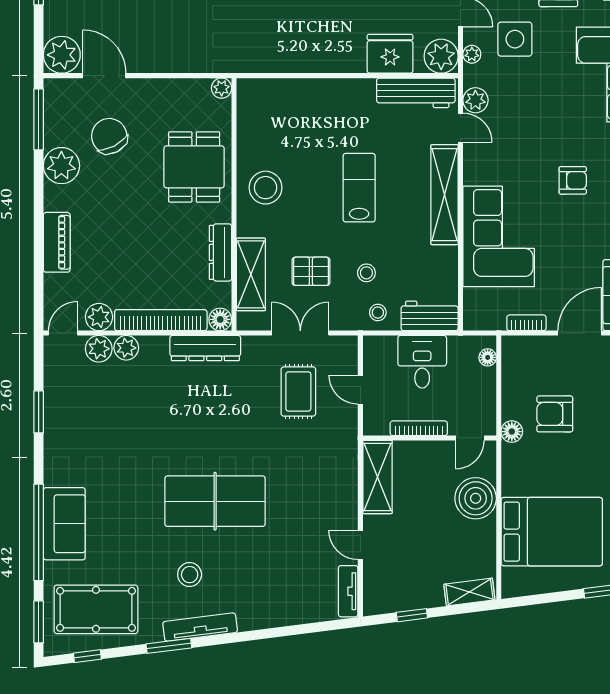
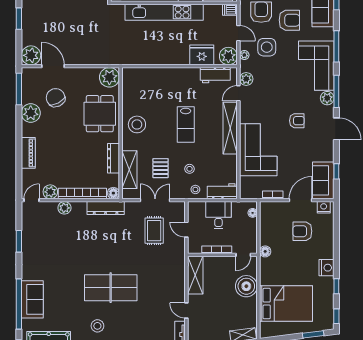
plant: (222, 88) -> (109, 77), width x1.88, depth x1.88
workbench: (416, 93) -> (215, 75), width x0.73
door: (460, 128) -> (238, 93), swing flipped
lab bench: (359, 188) -> (186, 125), turned 180
pallet: (311, 271) -> (161, 168), turned 90
plant: (99, 349) -> (50, 208), removed
armchair: (555, 414) -> (302, 231), moved

